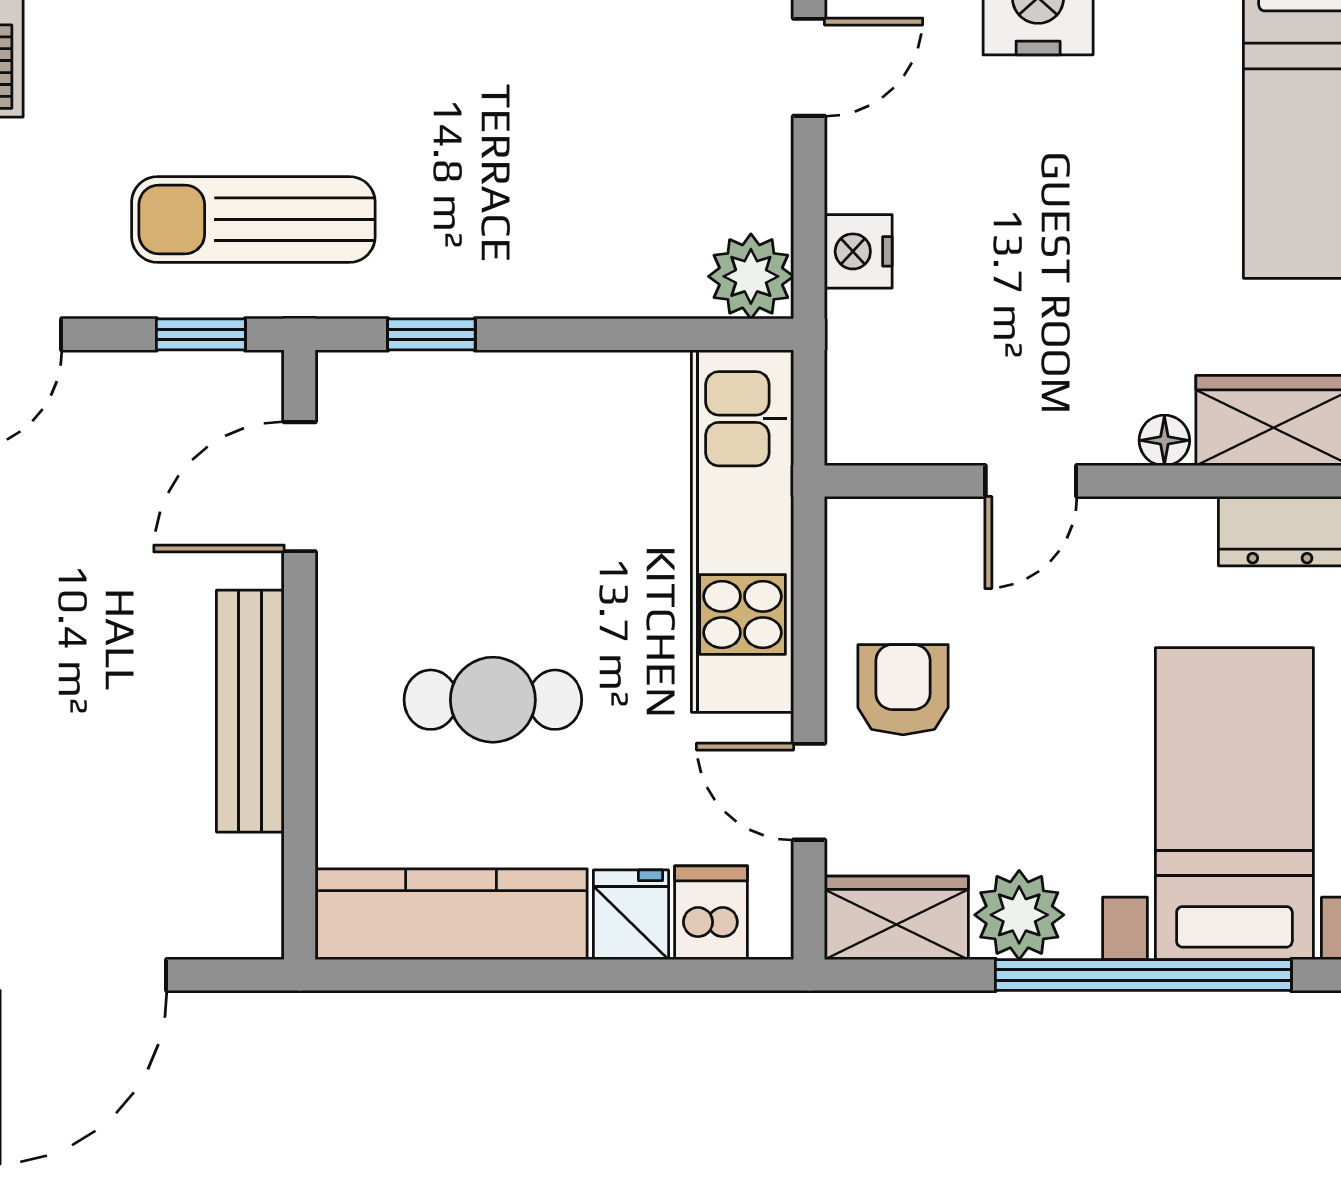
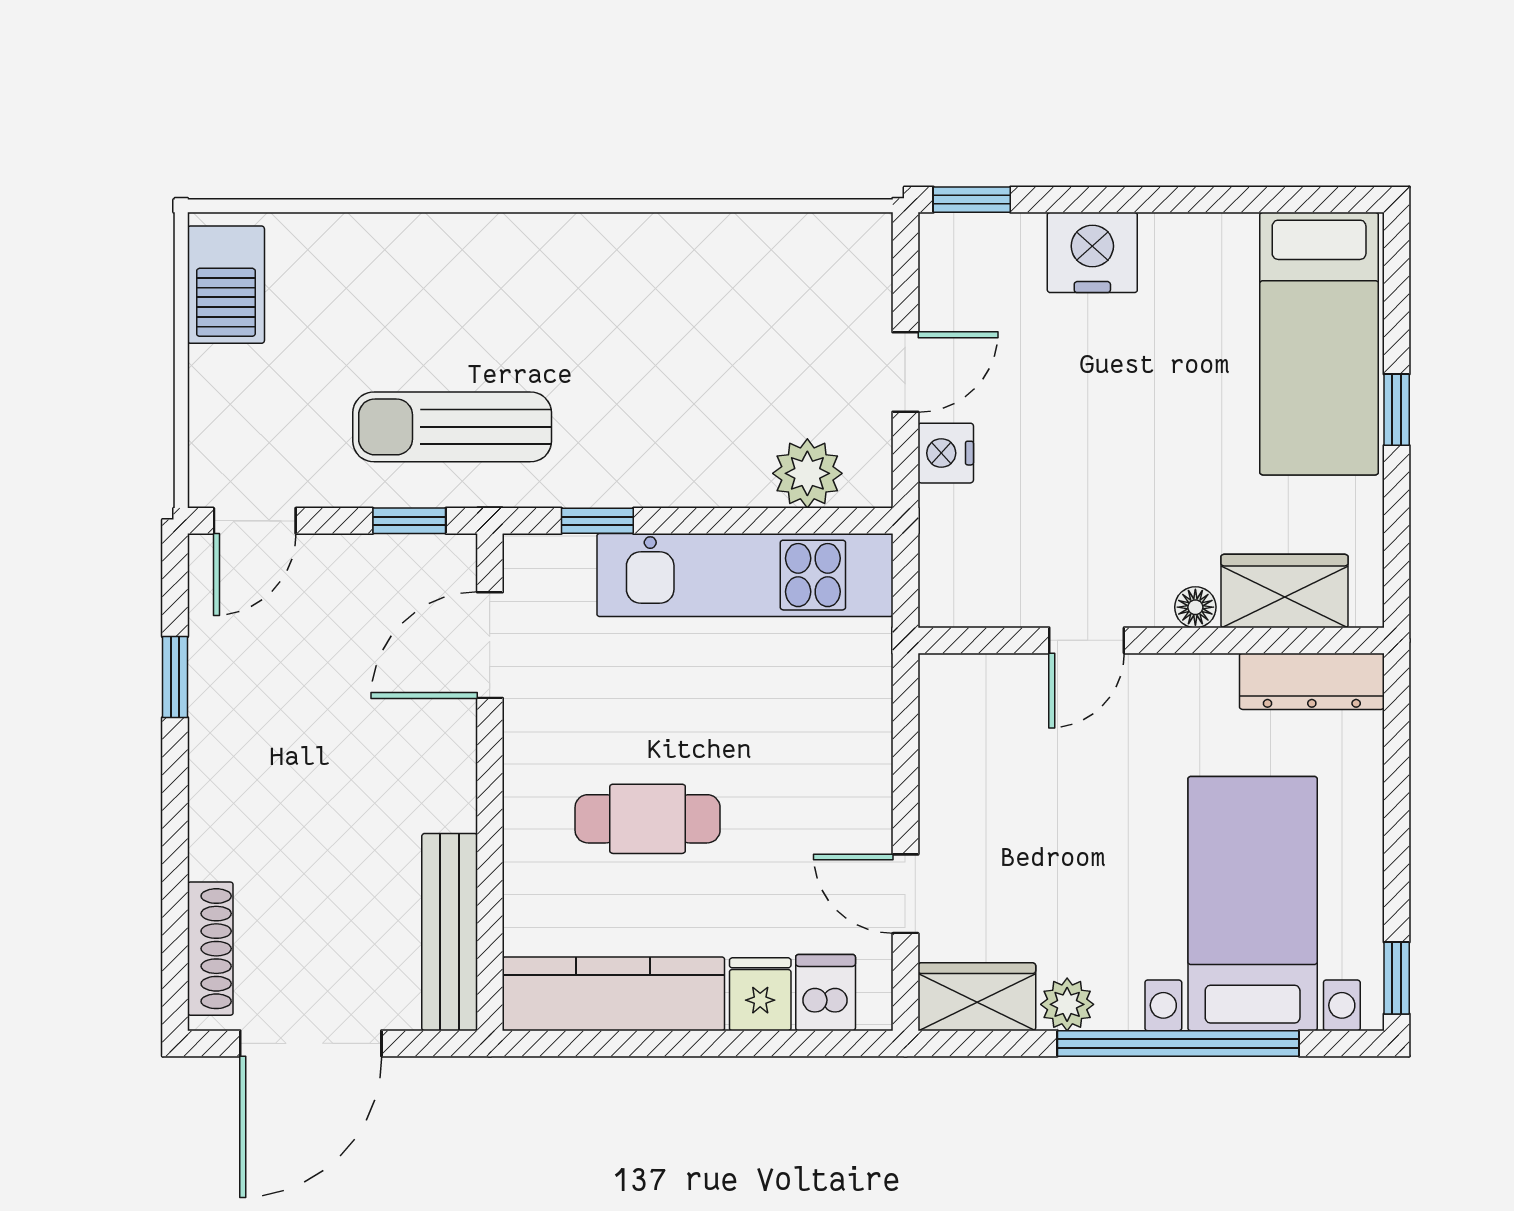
door: (809, 67) -> (905, 372), moved
plant: (751, 276) -> (807, 473), moved
kitchen unit: (742, 531) -> (745, 575), moved, turned -90
armchair: (903, 690) -> (982, 811), removed
bench: (250, 711) -> (450, 932), moved
plant: (1019, 915) -> (1067, 1004), width x0.73, depth x0.73

